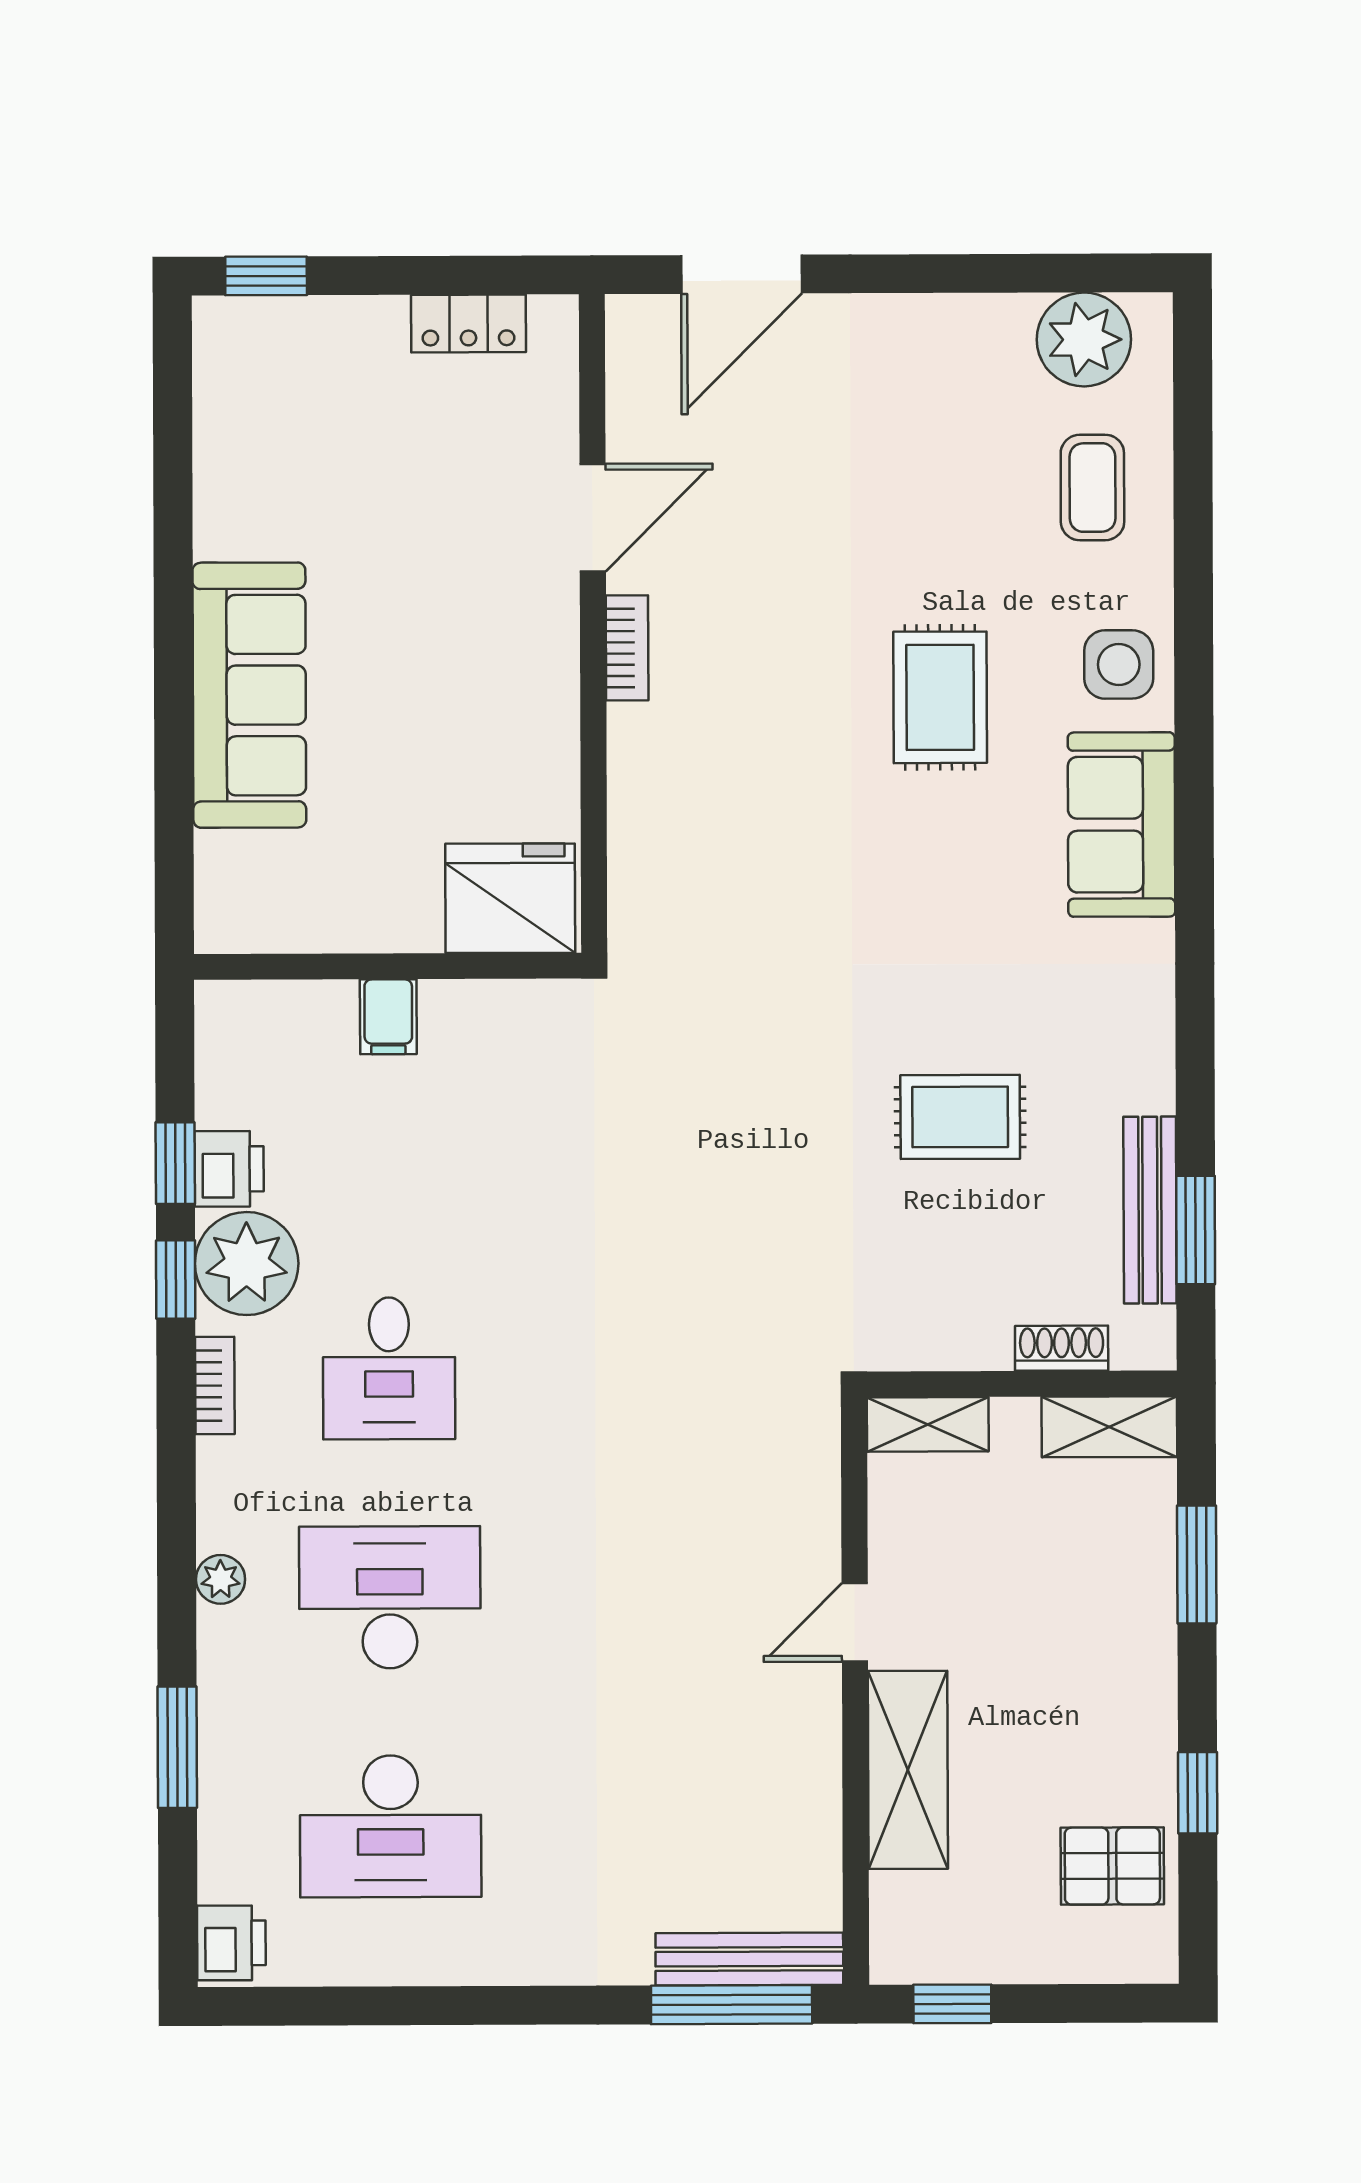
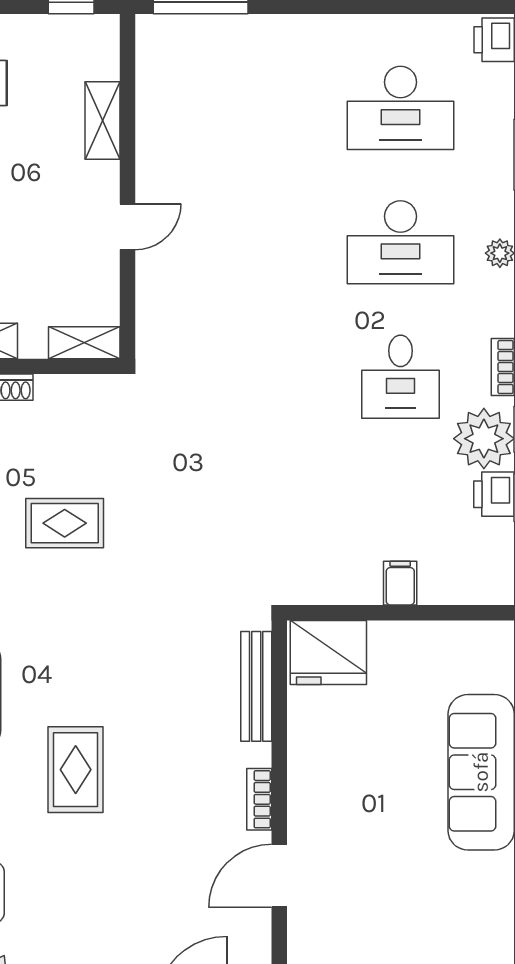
desk: (389, 1368) -> (400, 377), turned 180
shelving: (908, 1770) -> (103, 120), width x0.67, depth x0.75
desk: (391, 1826) -> (400, 108), turned 180
bench: (749, 1959) -> (256, 686), moved, turned 90

